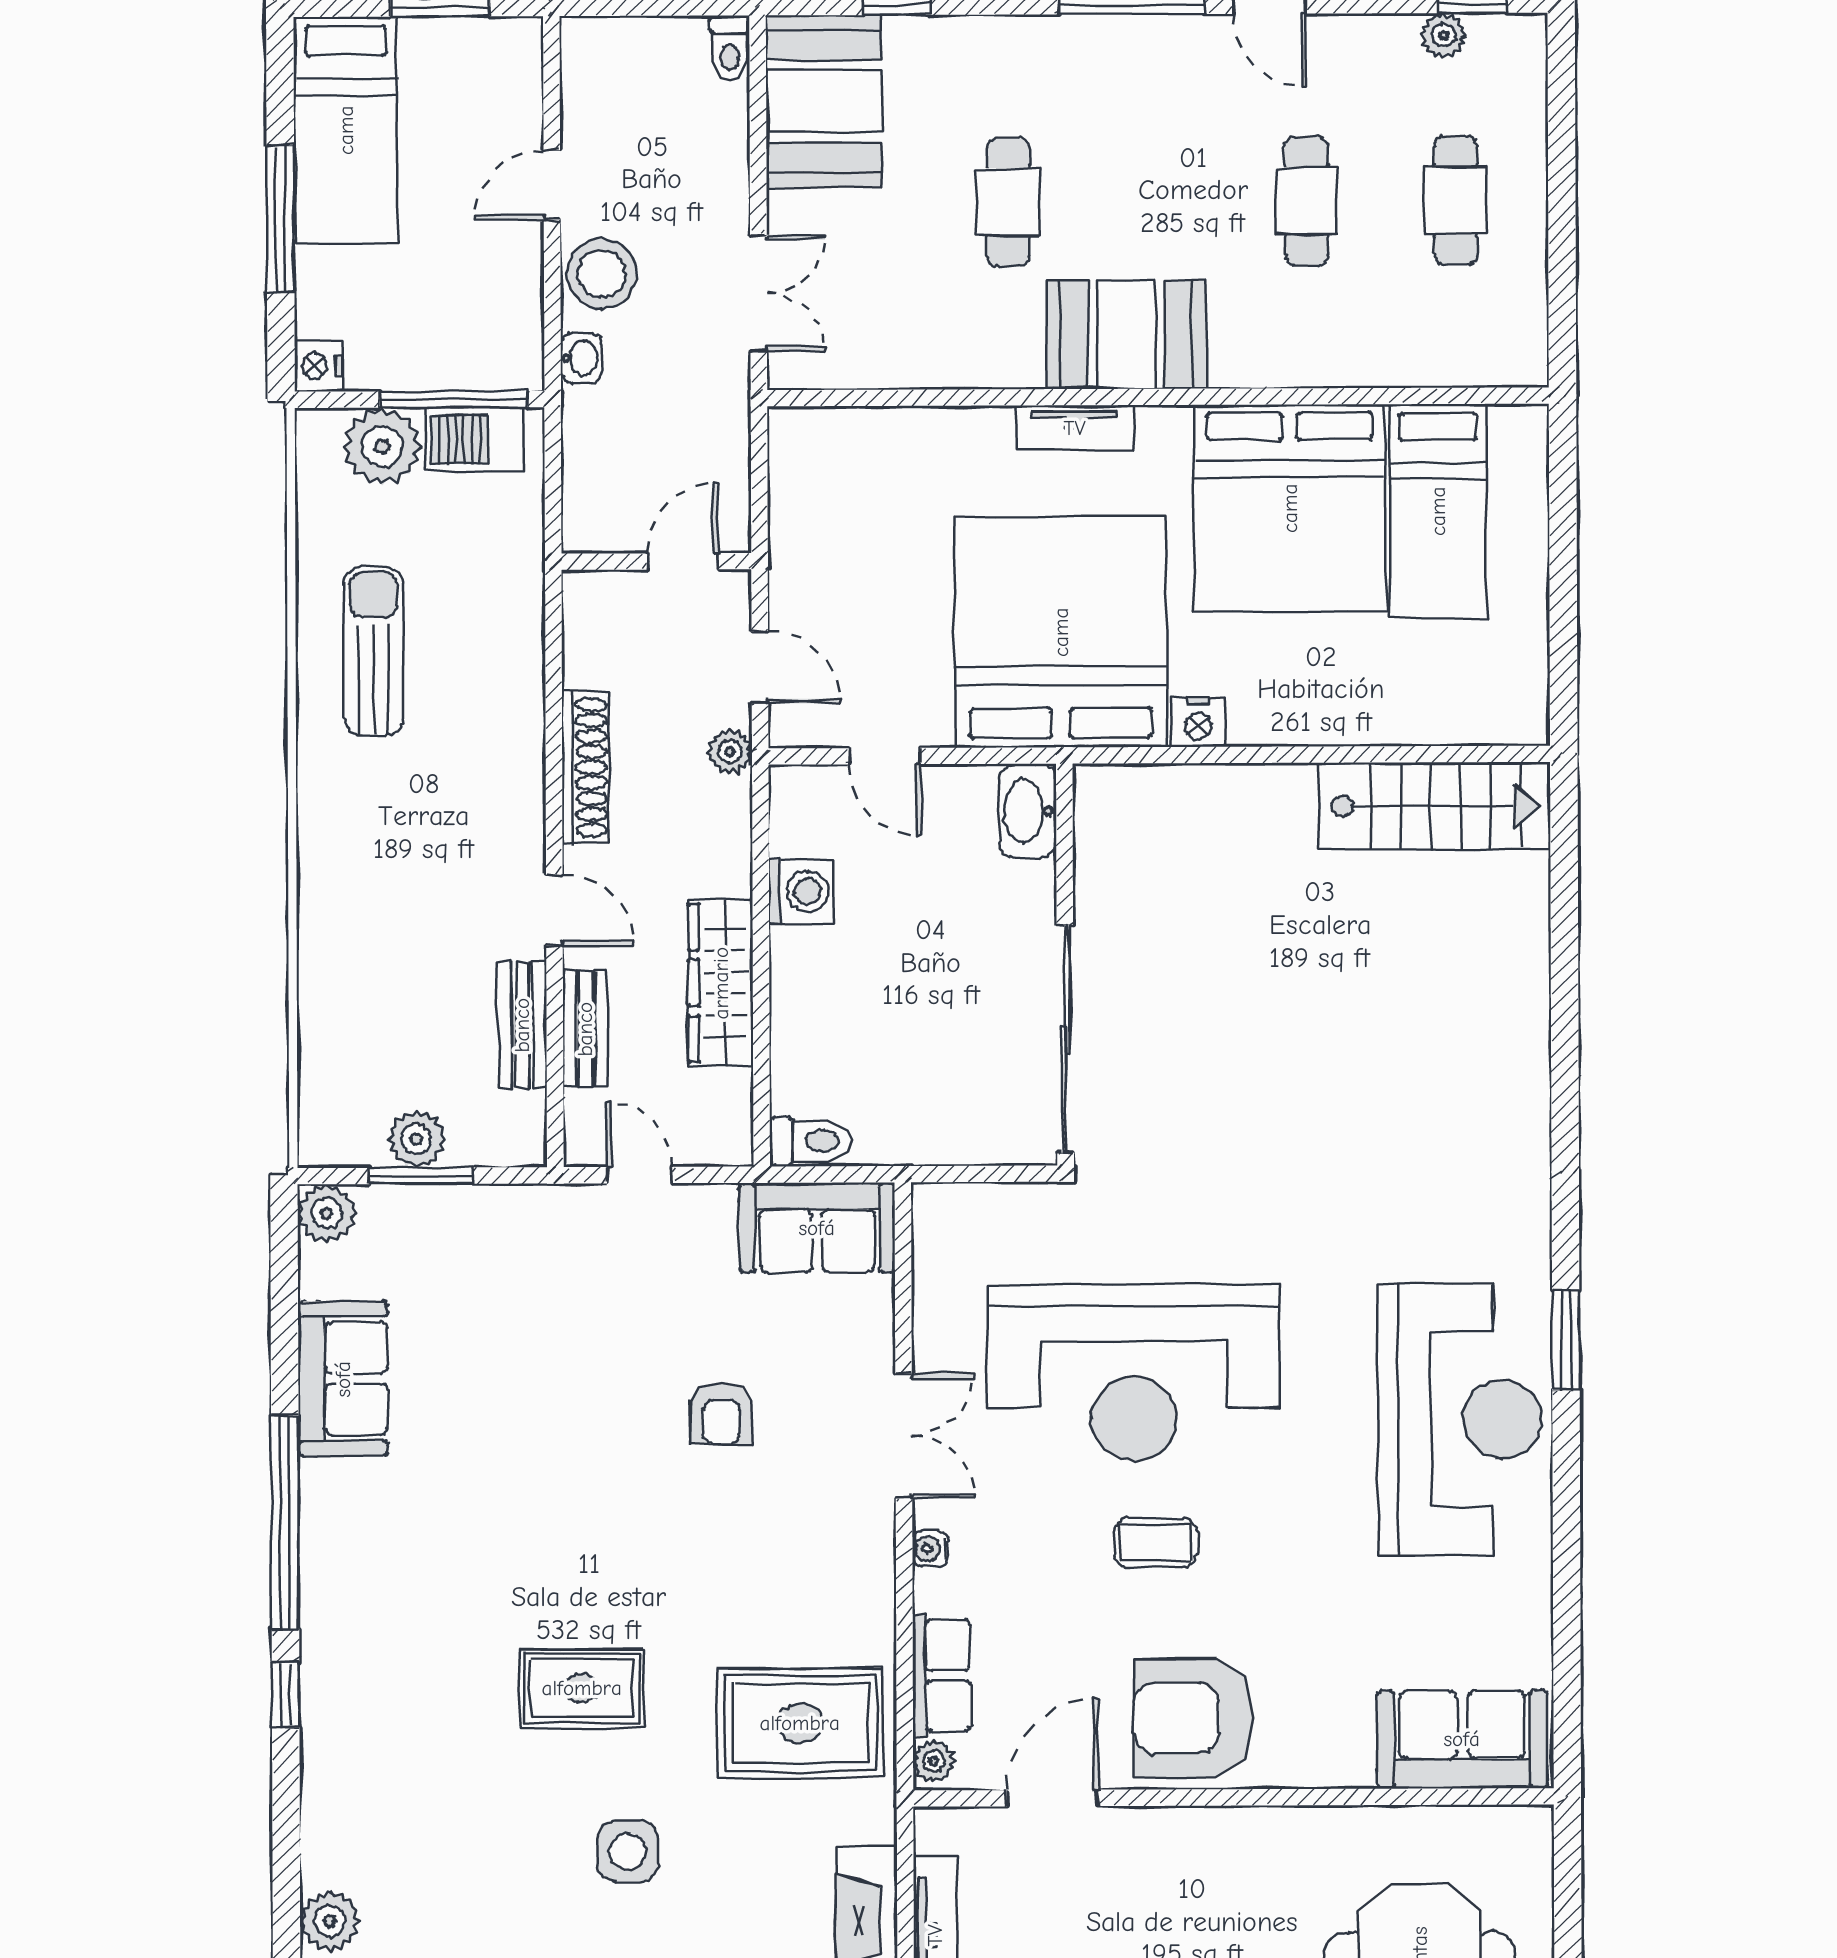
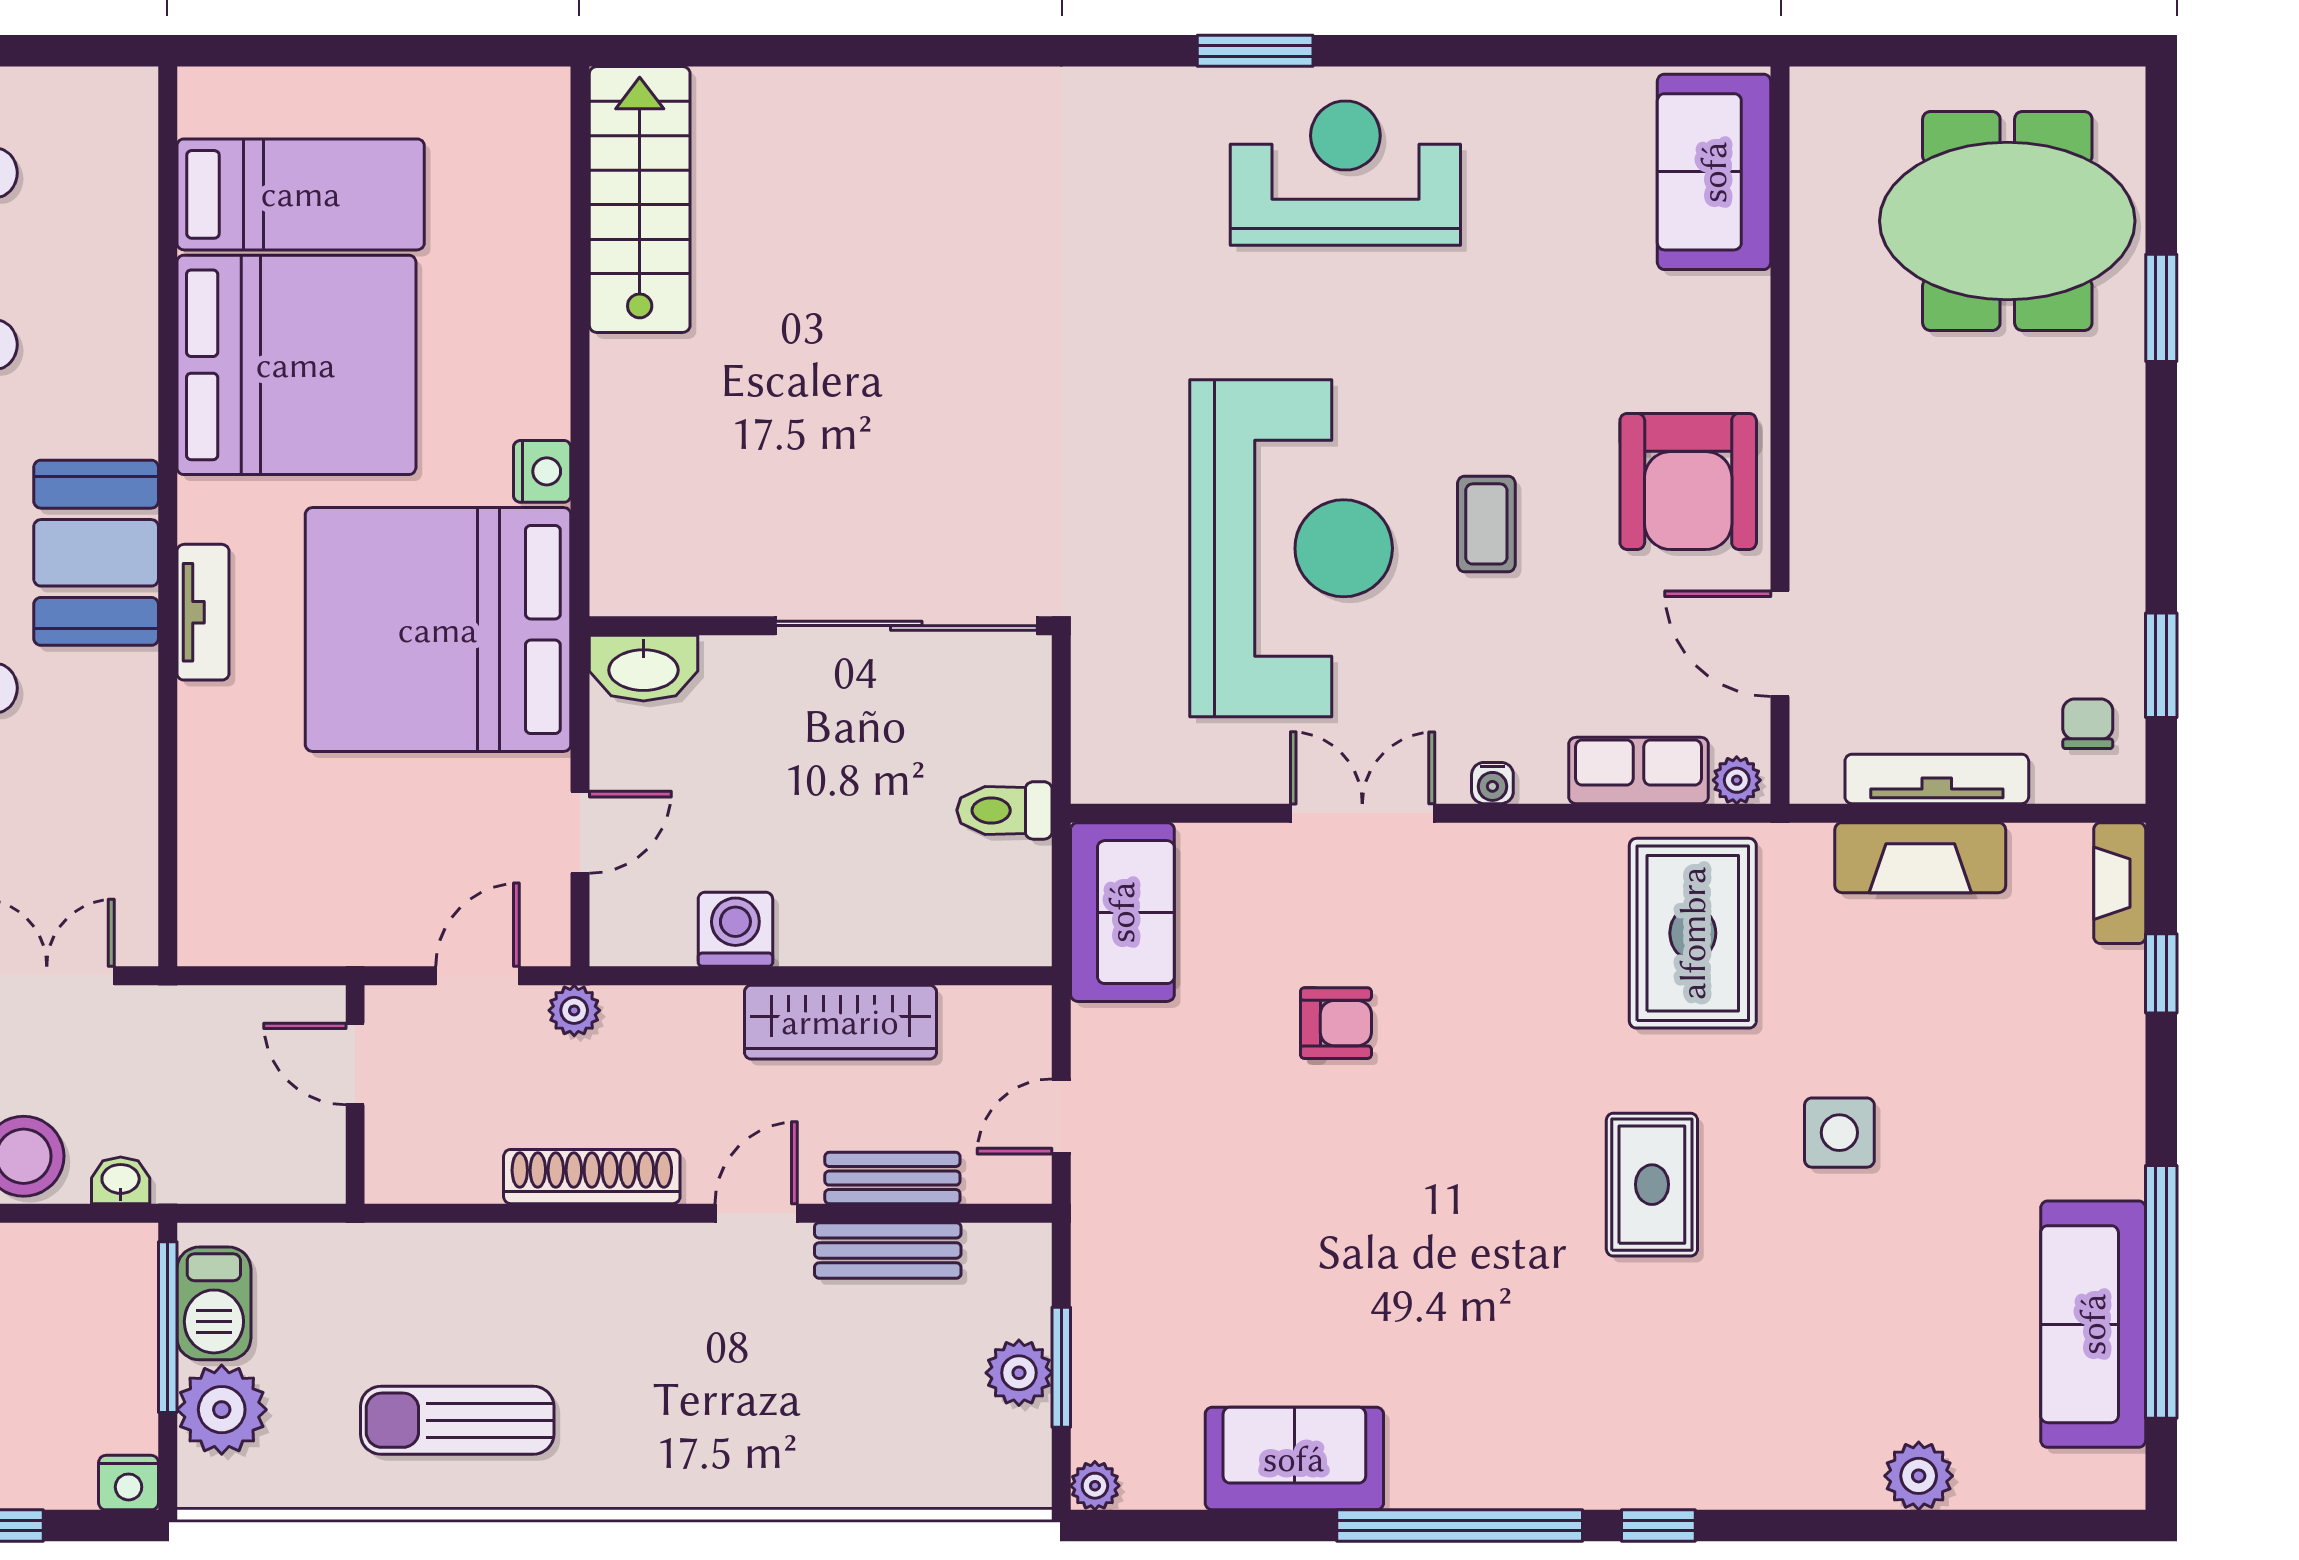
toilet: (811, 1141) -> (1004, 810), moved, turned -90
plant: (327, 1213) -> (1095, 1486), width x0.73, depth x0.73
reception desk: (1460, 1419) -> (1345, 173), width x0.74, depth x0.77

